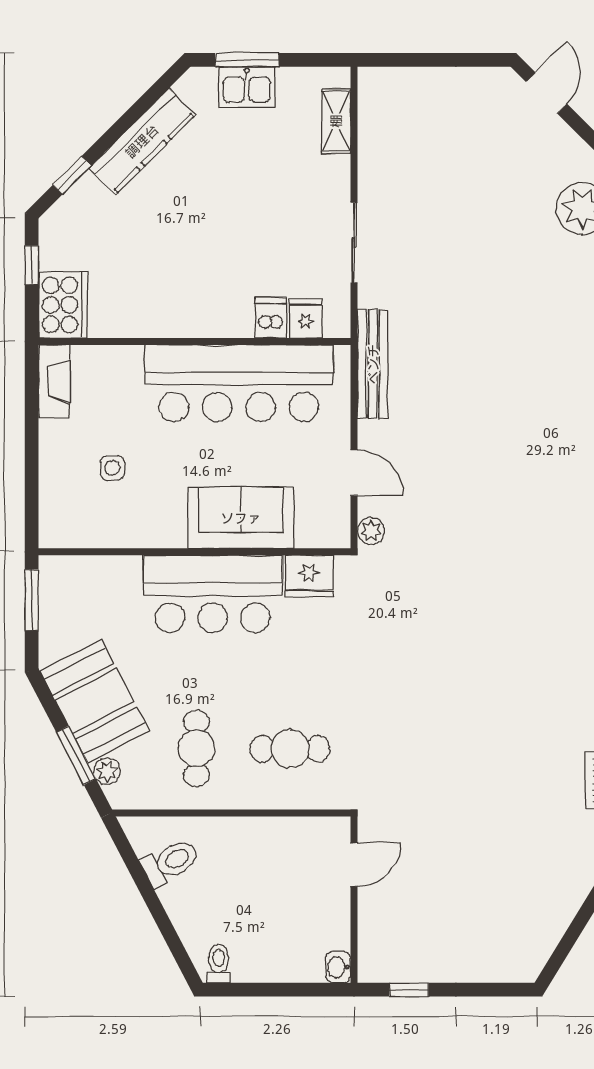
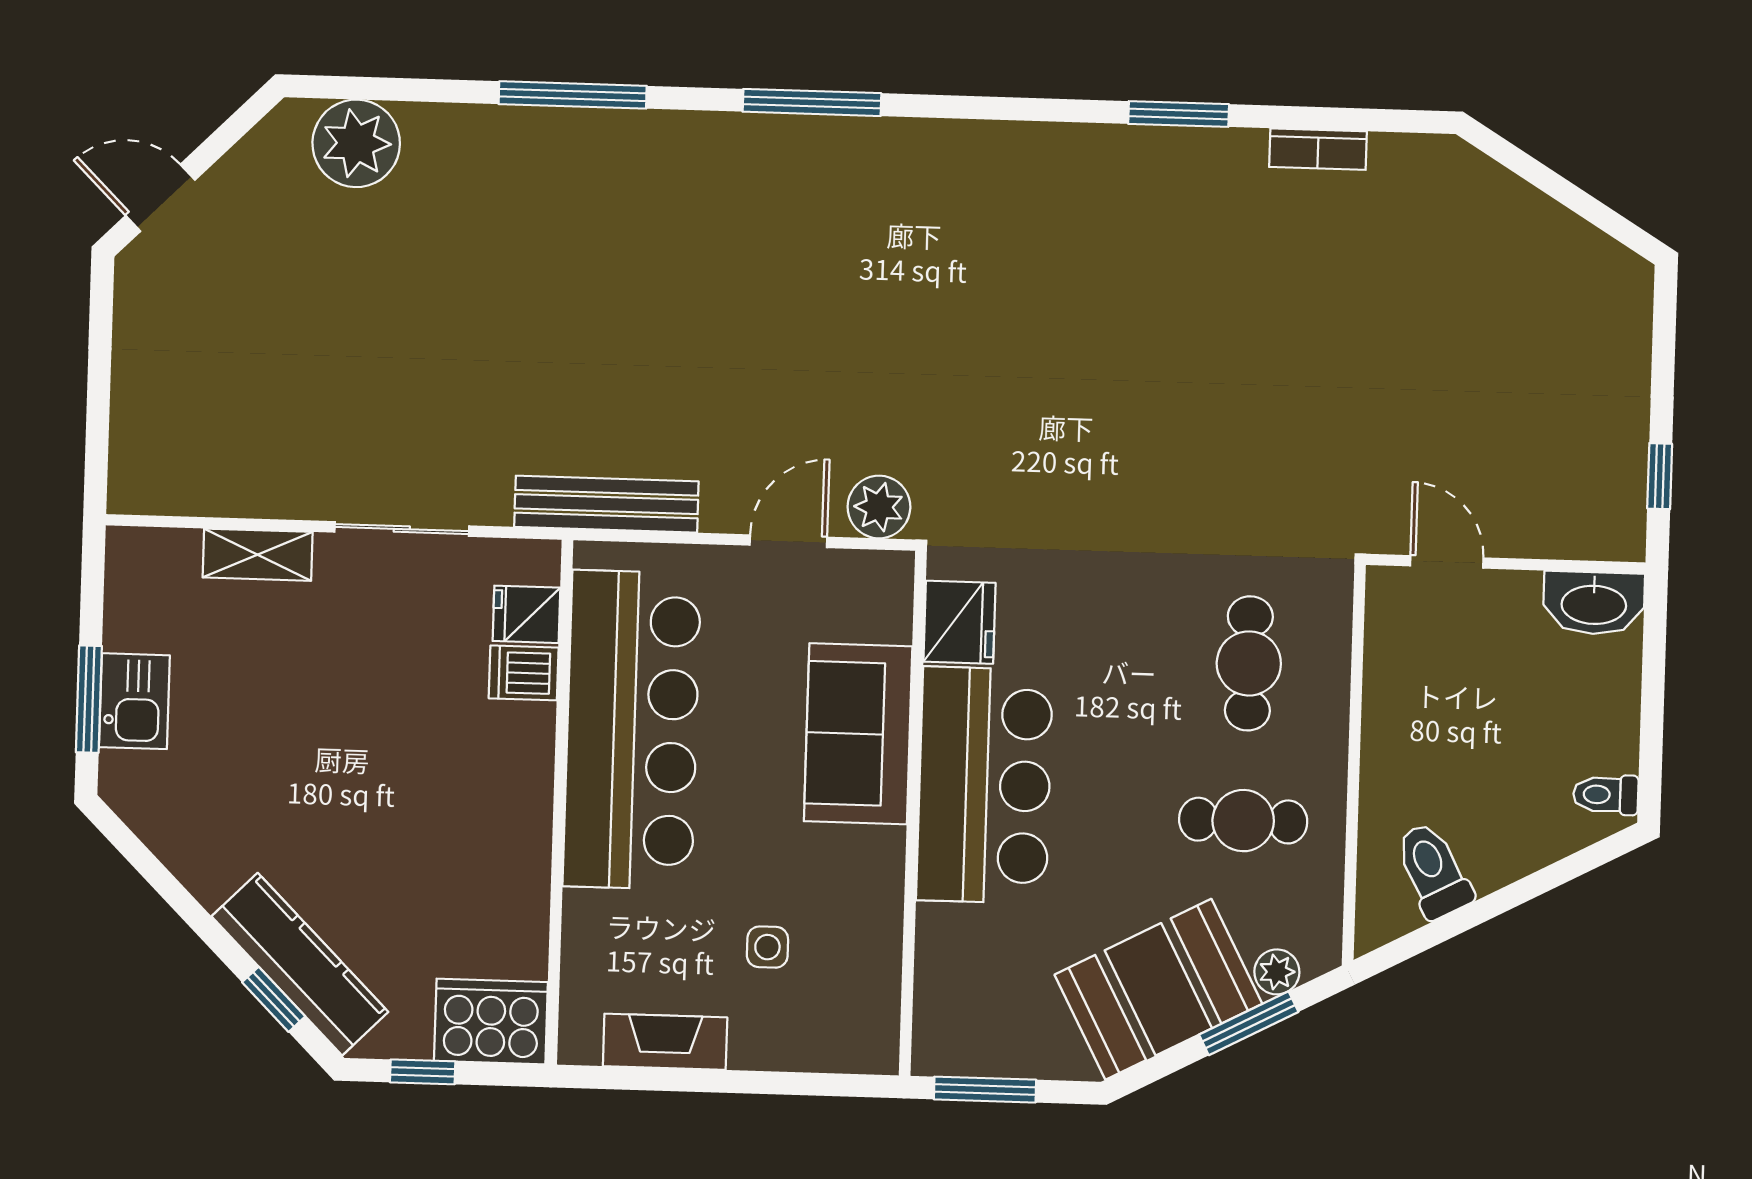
shelving: (336, 121) -> (258, 555), moved
kitchen counter: (142, 141) -> (300, 964), moved
fireplace: (54, 381) -> (665, 1042), moved
plant: (371, 531) -> (879, 507), width x1.38, depth x1.38
washbasin: (338, 967) -> (1594, 603), width x1.91, depth x1.45

